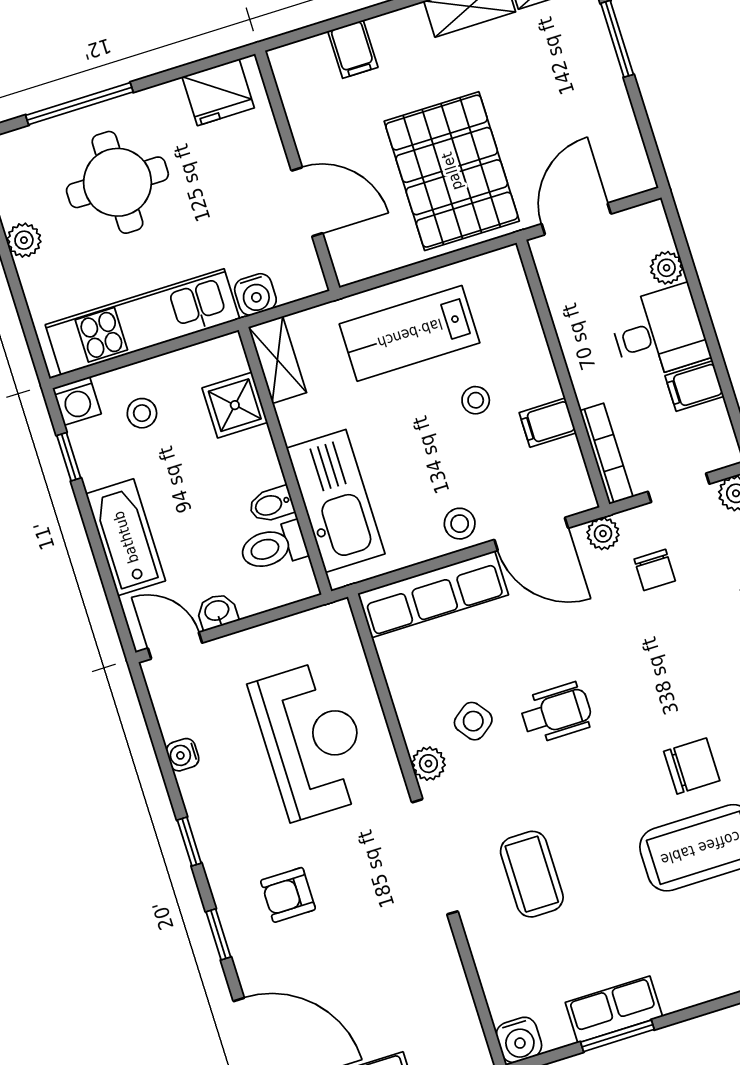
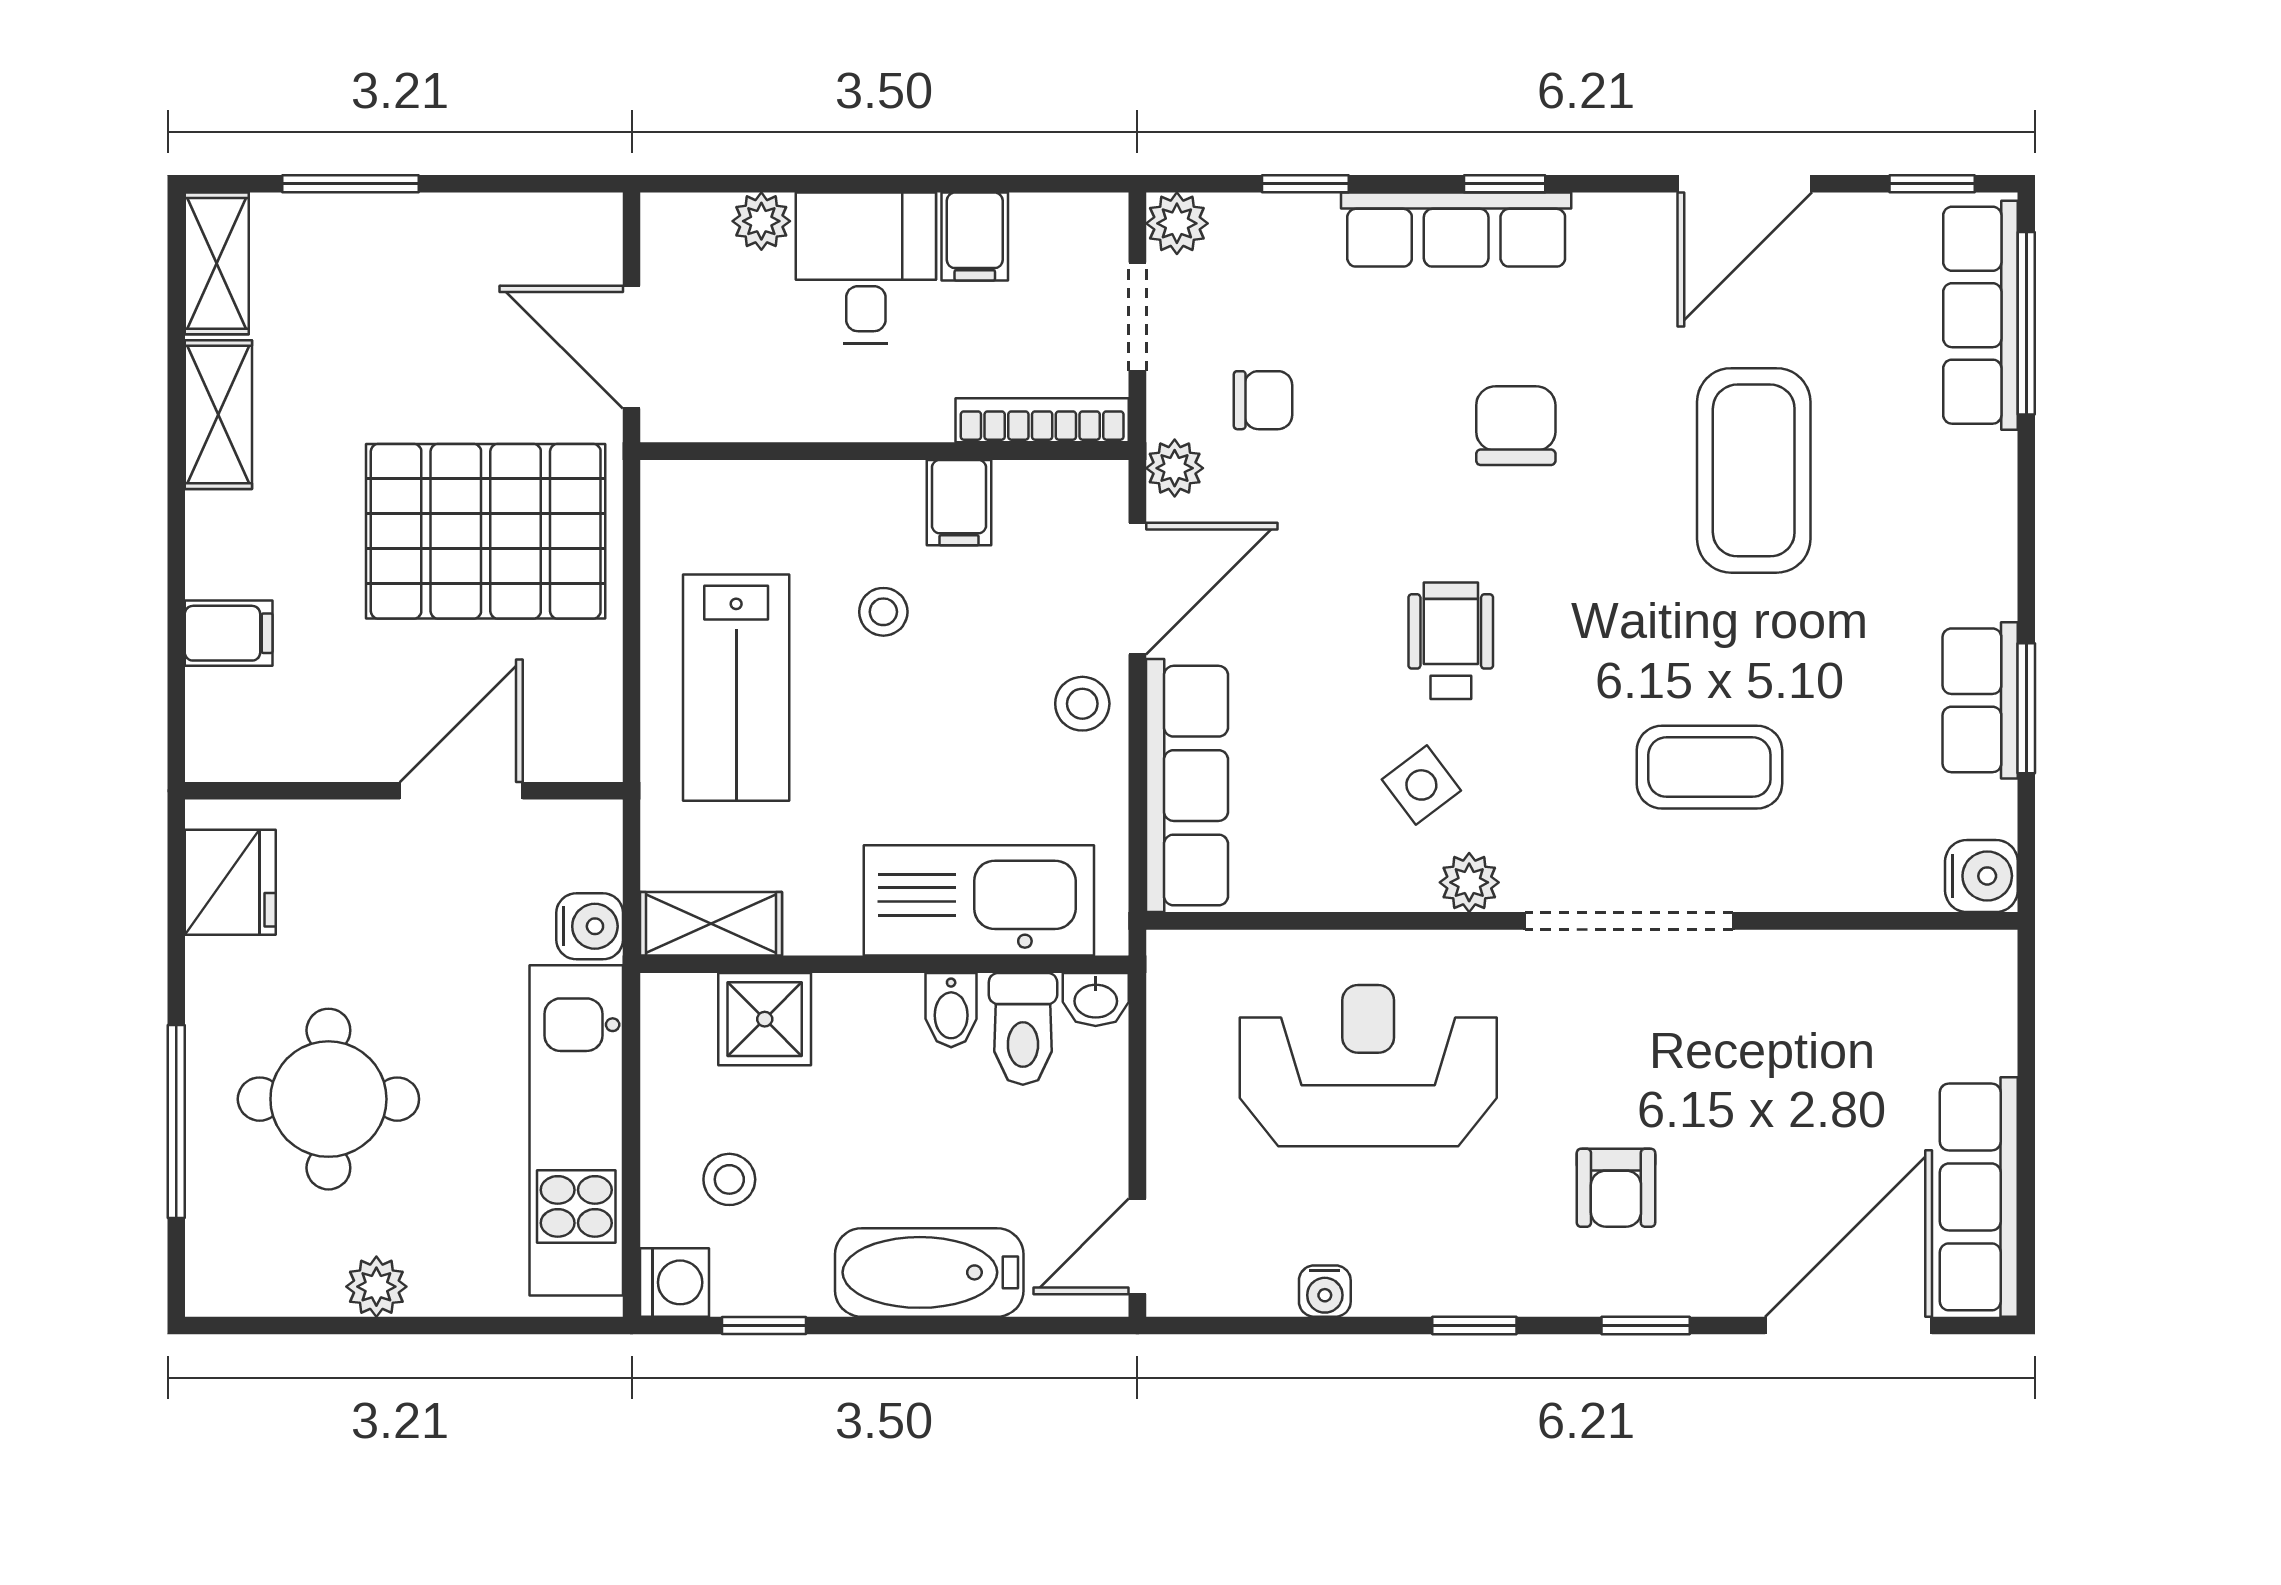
washbasin: (217, 611) -> (1096, 1000), moved, turned -90
chair: (692, 766) -> (1516, 426), moved

